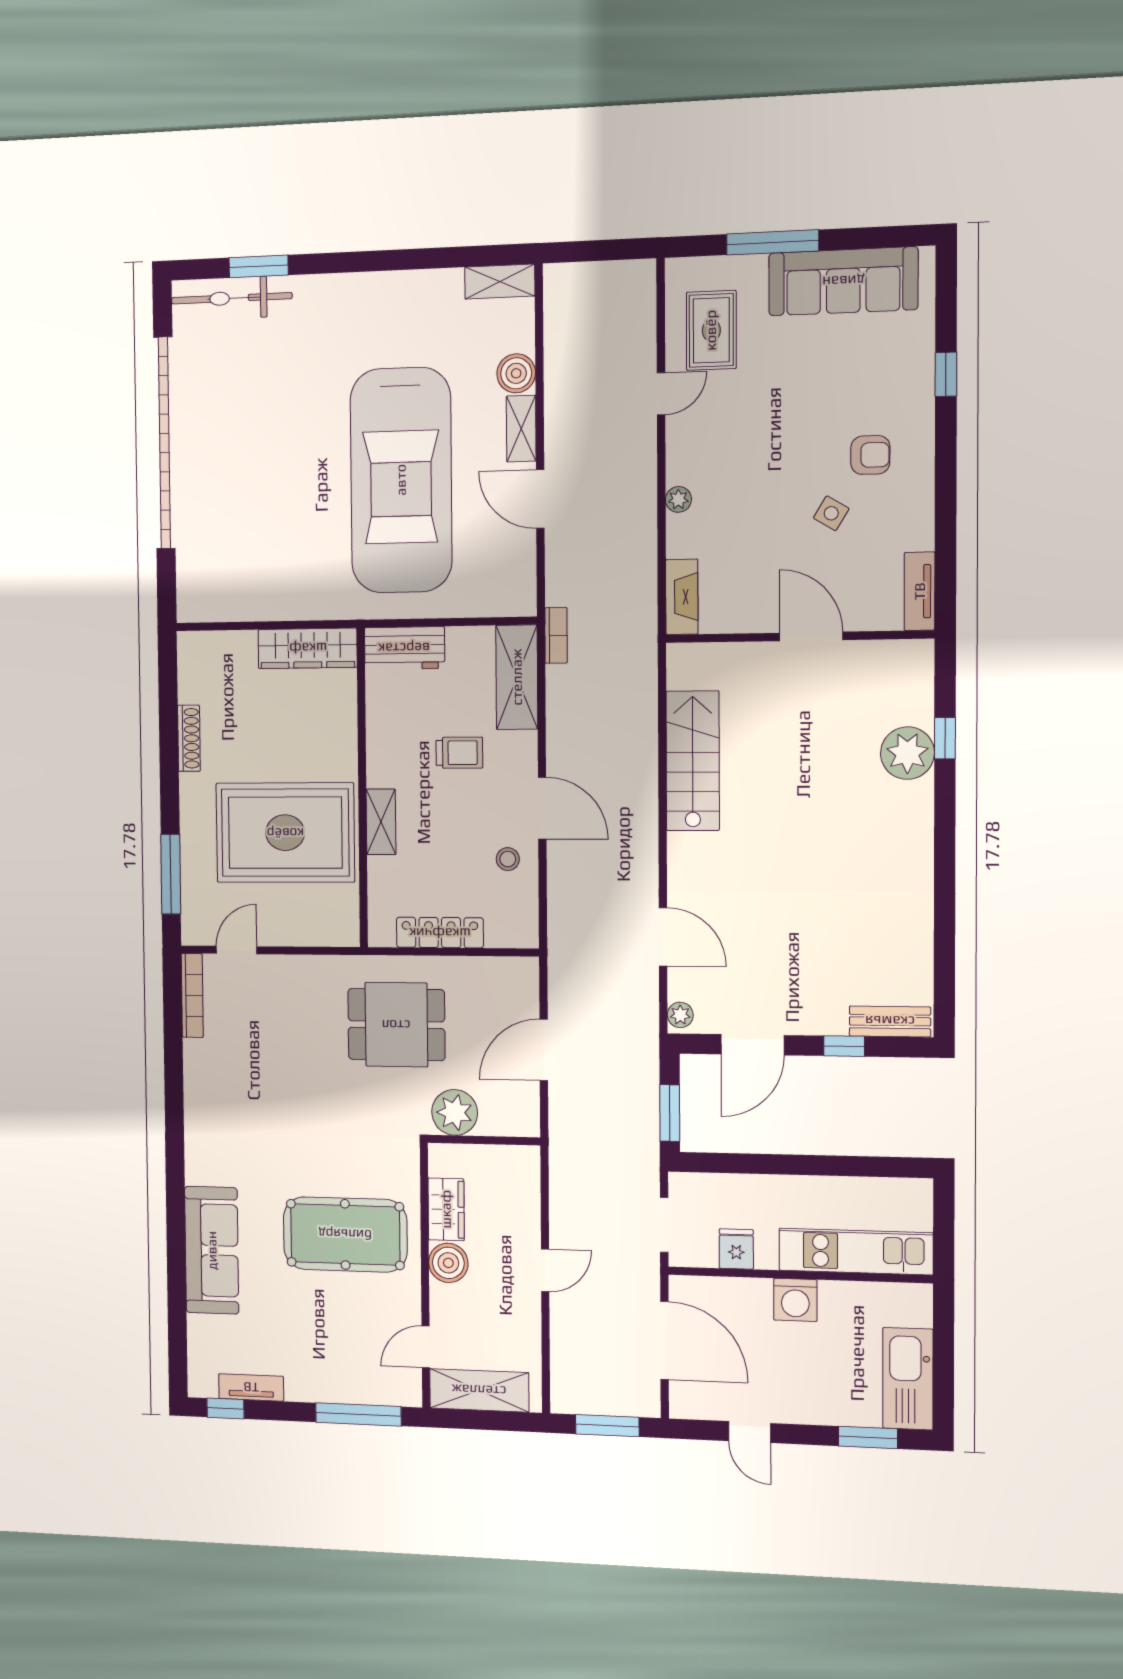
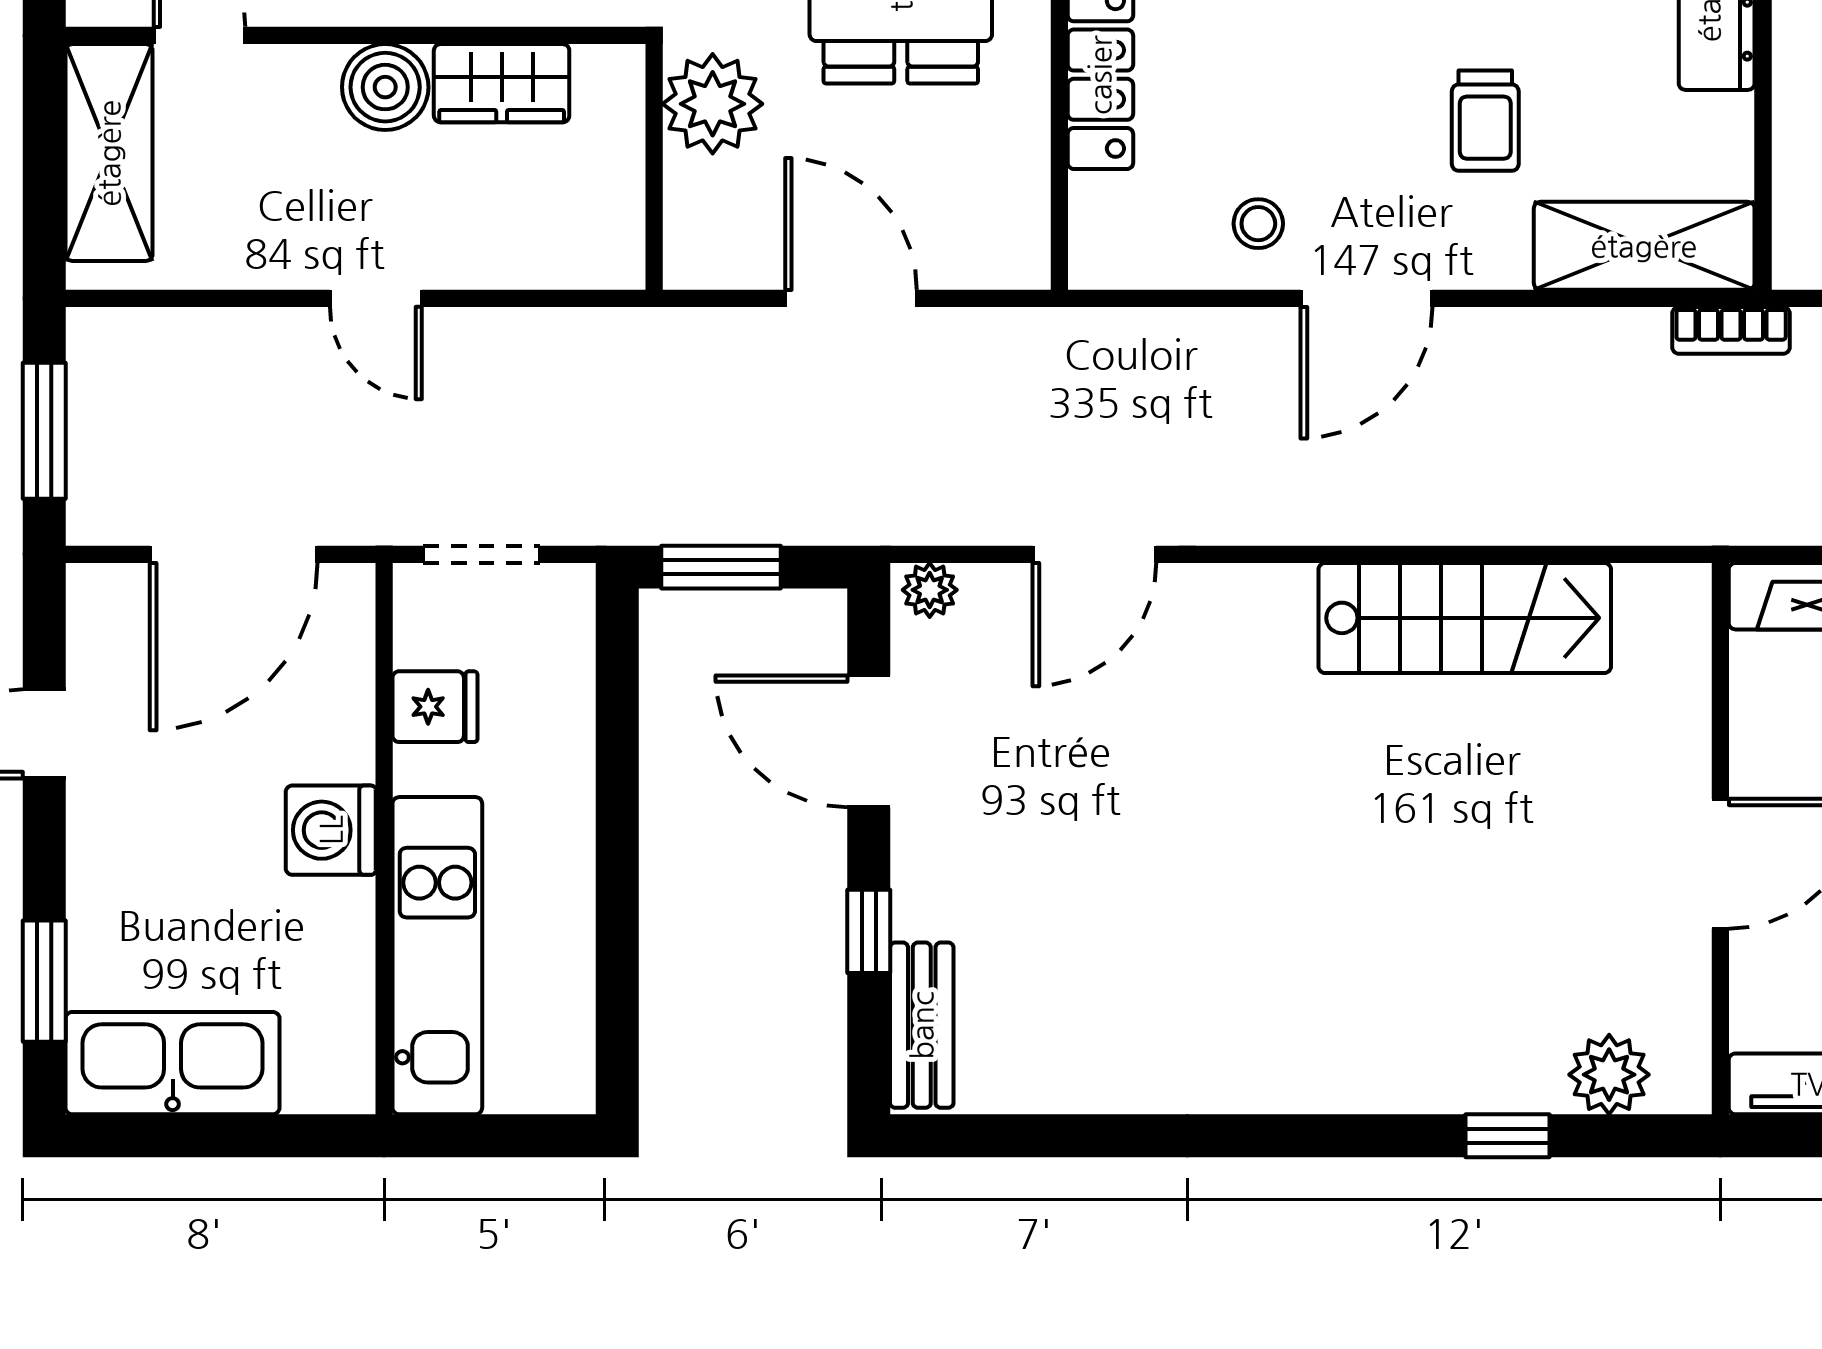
plant: (907, 753) -> (1609, 1075), moved, width x0.73, depth x0.73

